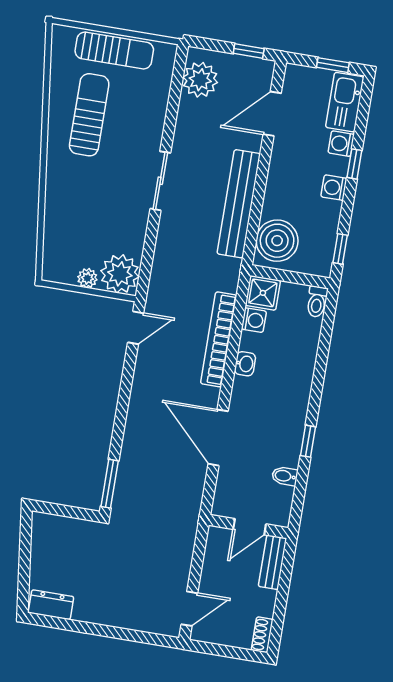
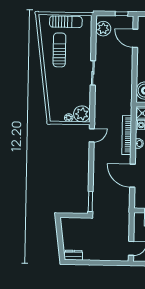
door: (272, 114) -> (135, 38), hinge flipped
bench: (239, 204) -> (127, 78), removed

